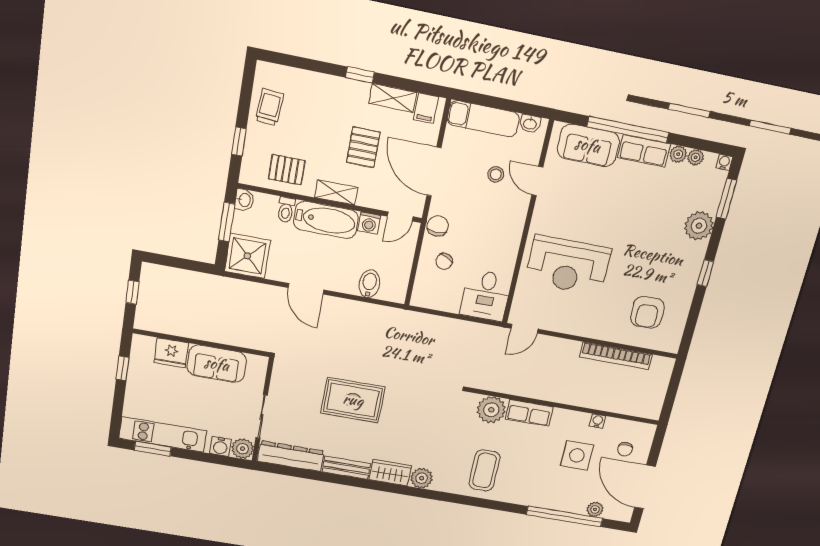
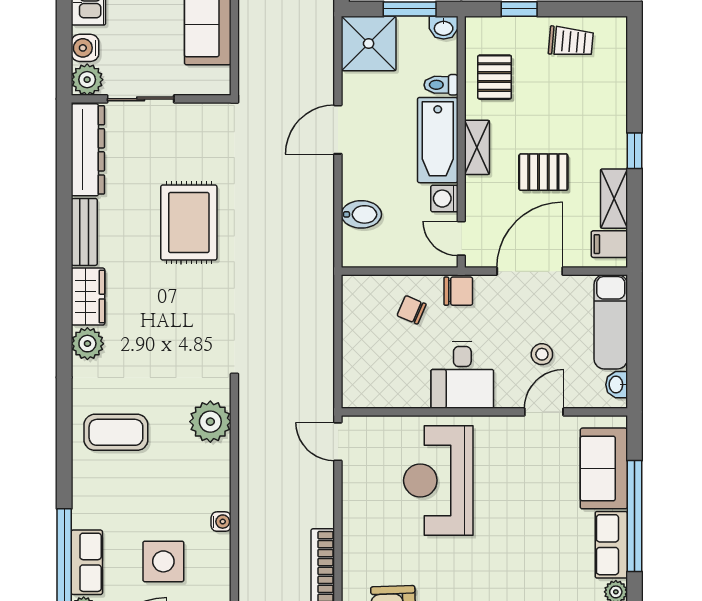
desk: (486, 295) -> (462, 375), moved, turned -90
row of seats: (529, 413) -> (87, 562), moved, turned 180
water cooler: (598, 421) -> (221, 522), moved

